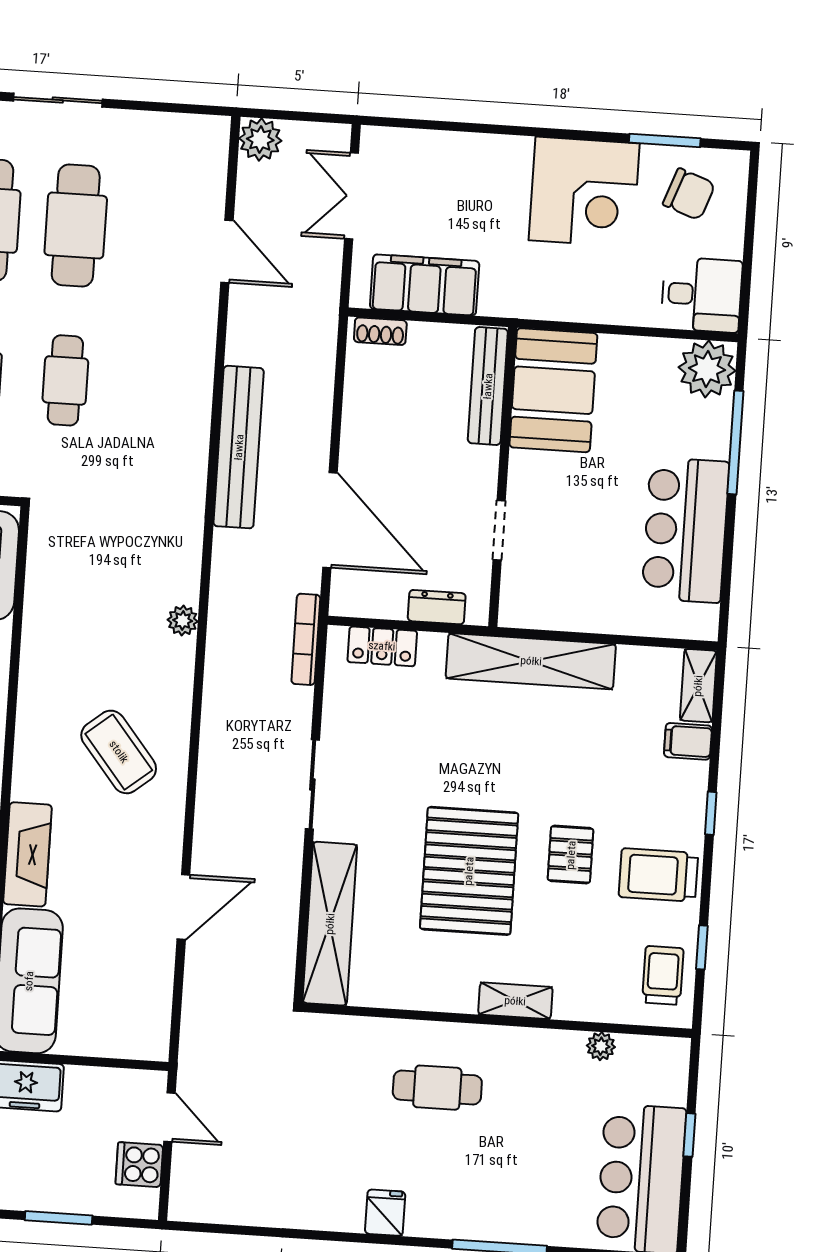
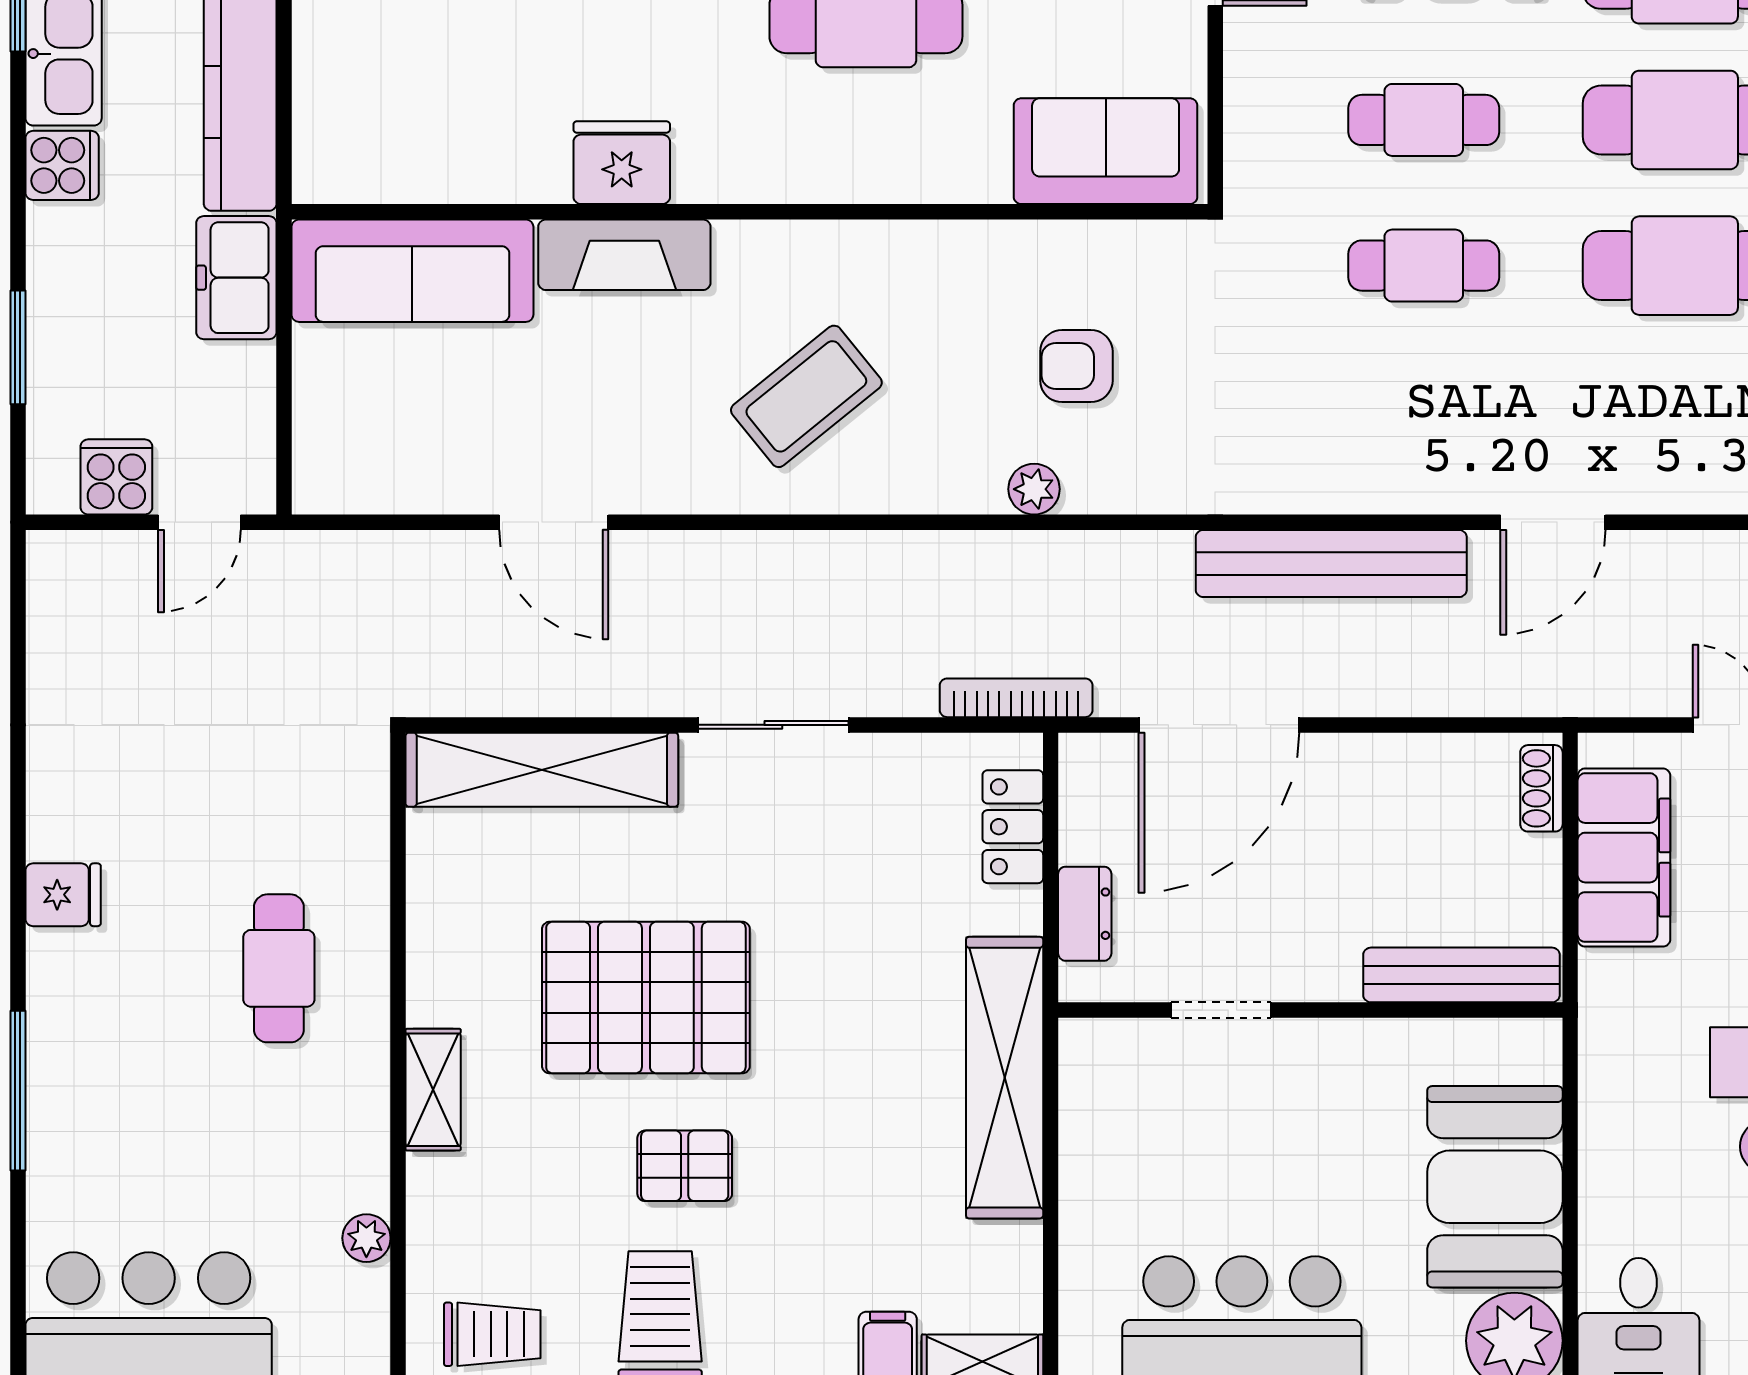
door: (227, 251) -> (1553, 522), moved
booth: (553, 390) -> (1495, 1187), moved, turned 90
armchair: (111, 591) -> (1076, 366), added

